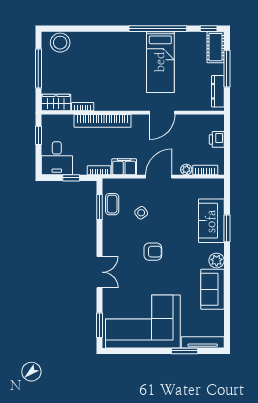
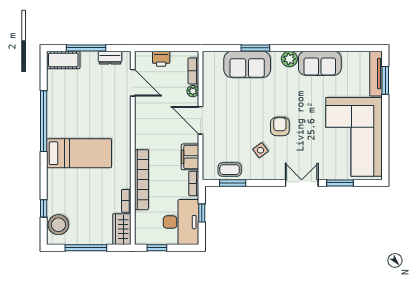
window: (209, 29) -> (44, 208), moved
bed: (160, 62) -> (79, 153), moved
dresser: (218, 91) -> (110, 58), width x0.70
door: (162, 113) -> (133, 83), moved
desk: (57, 158) -> (181, 222), width x1.37
side table: (141, 213) -> (260, 150), moved
window: (100, 325) -> (340, 183), moved
window: (185, 351) -> (385, 80), moved

